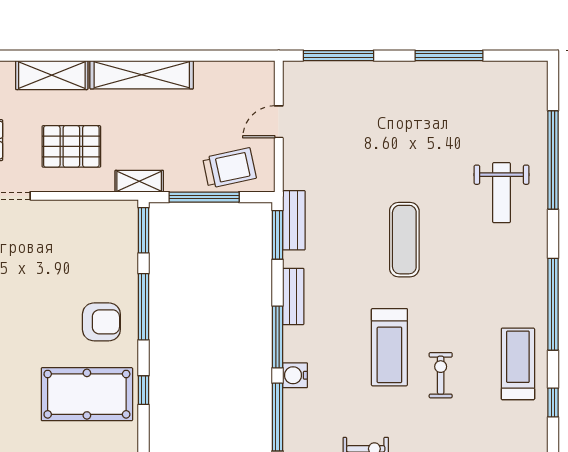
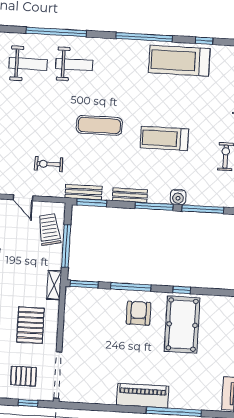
weight bench: (498, 117) -> (28, 64), added
treadmill: (389, 347) -> (164, 138), turned 180
treadmill: (518, 364) -> (179, 61), width x1.37, depth x1.37
exercise bike: (441, 375) -> (49, 164), moved

